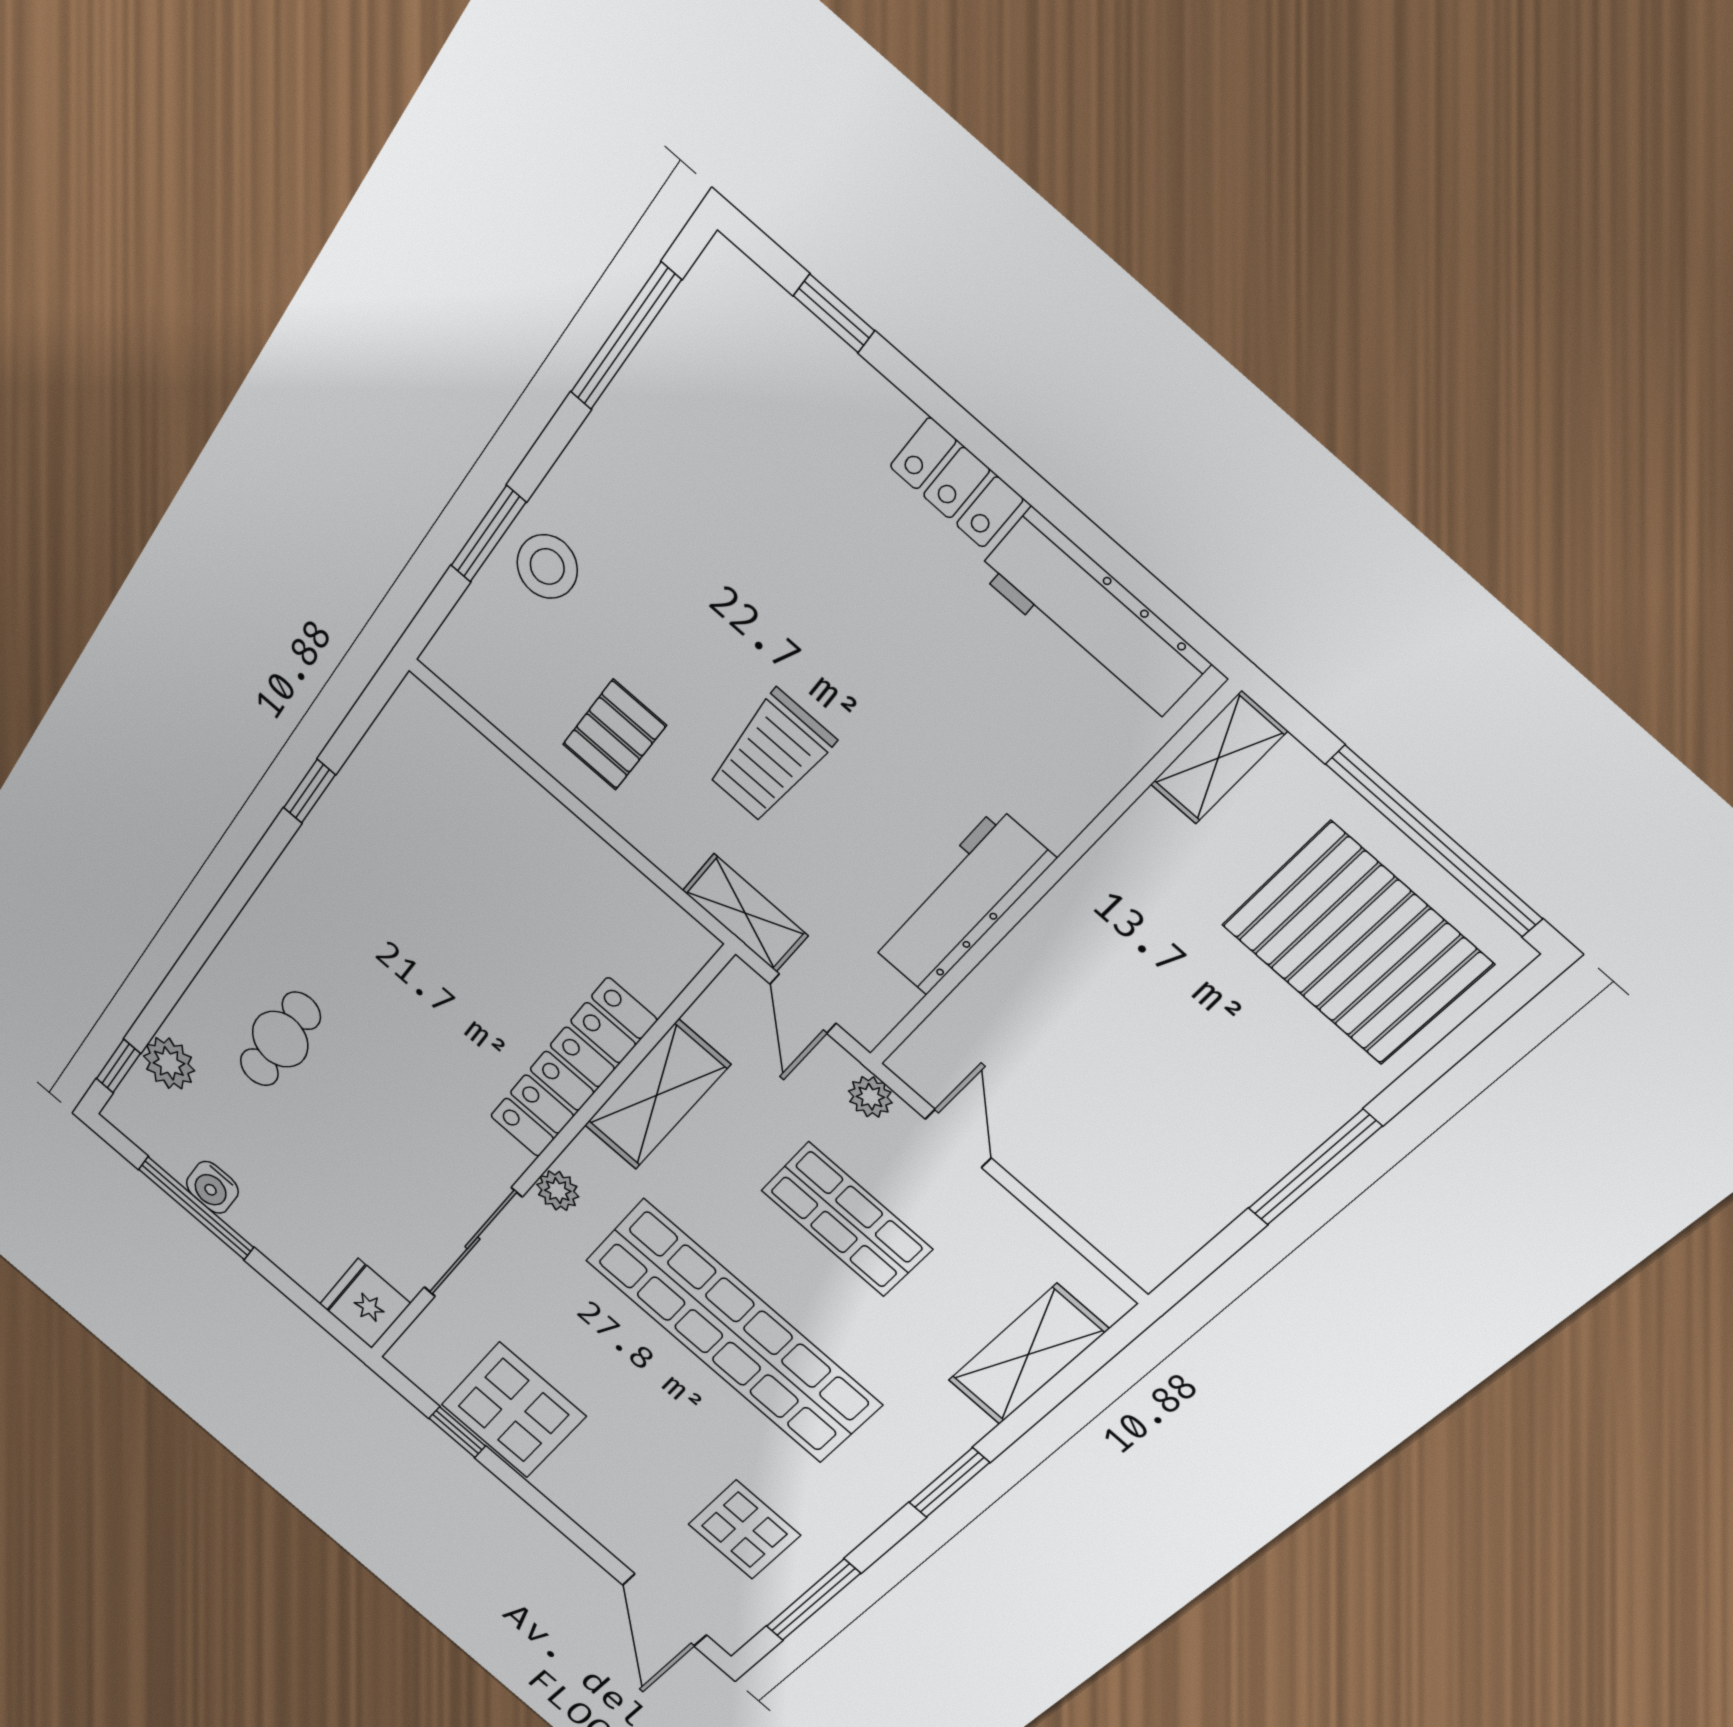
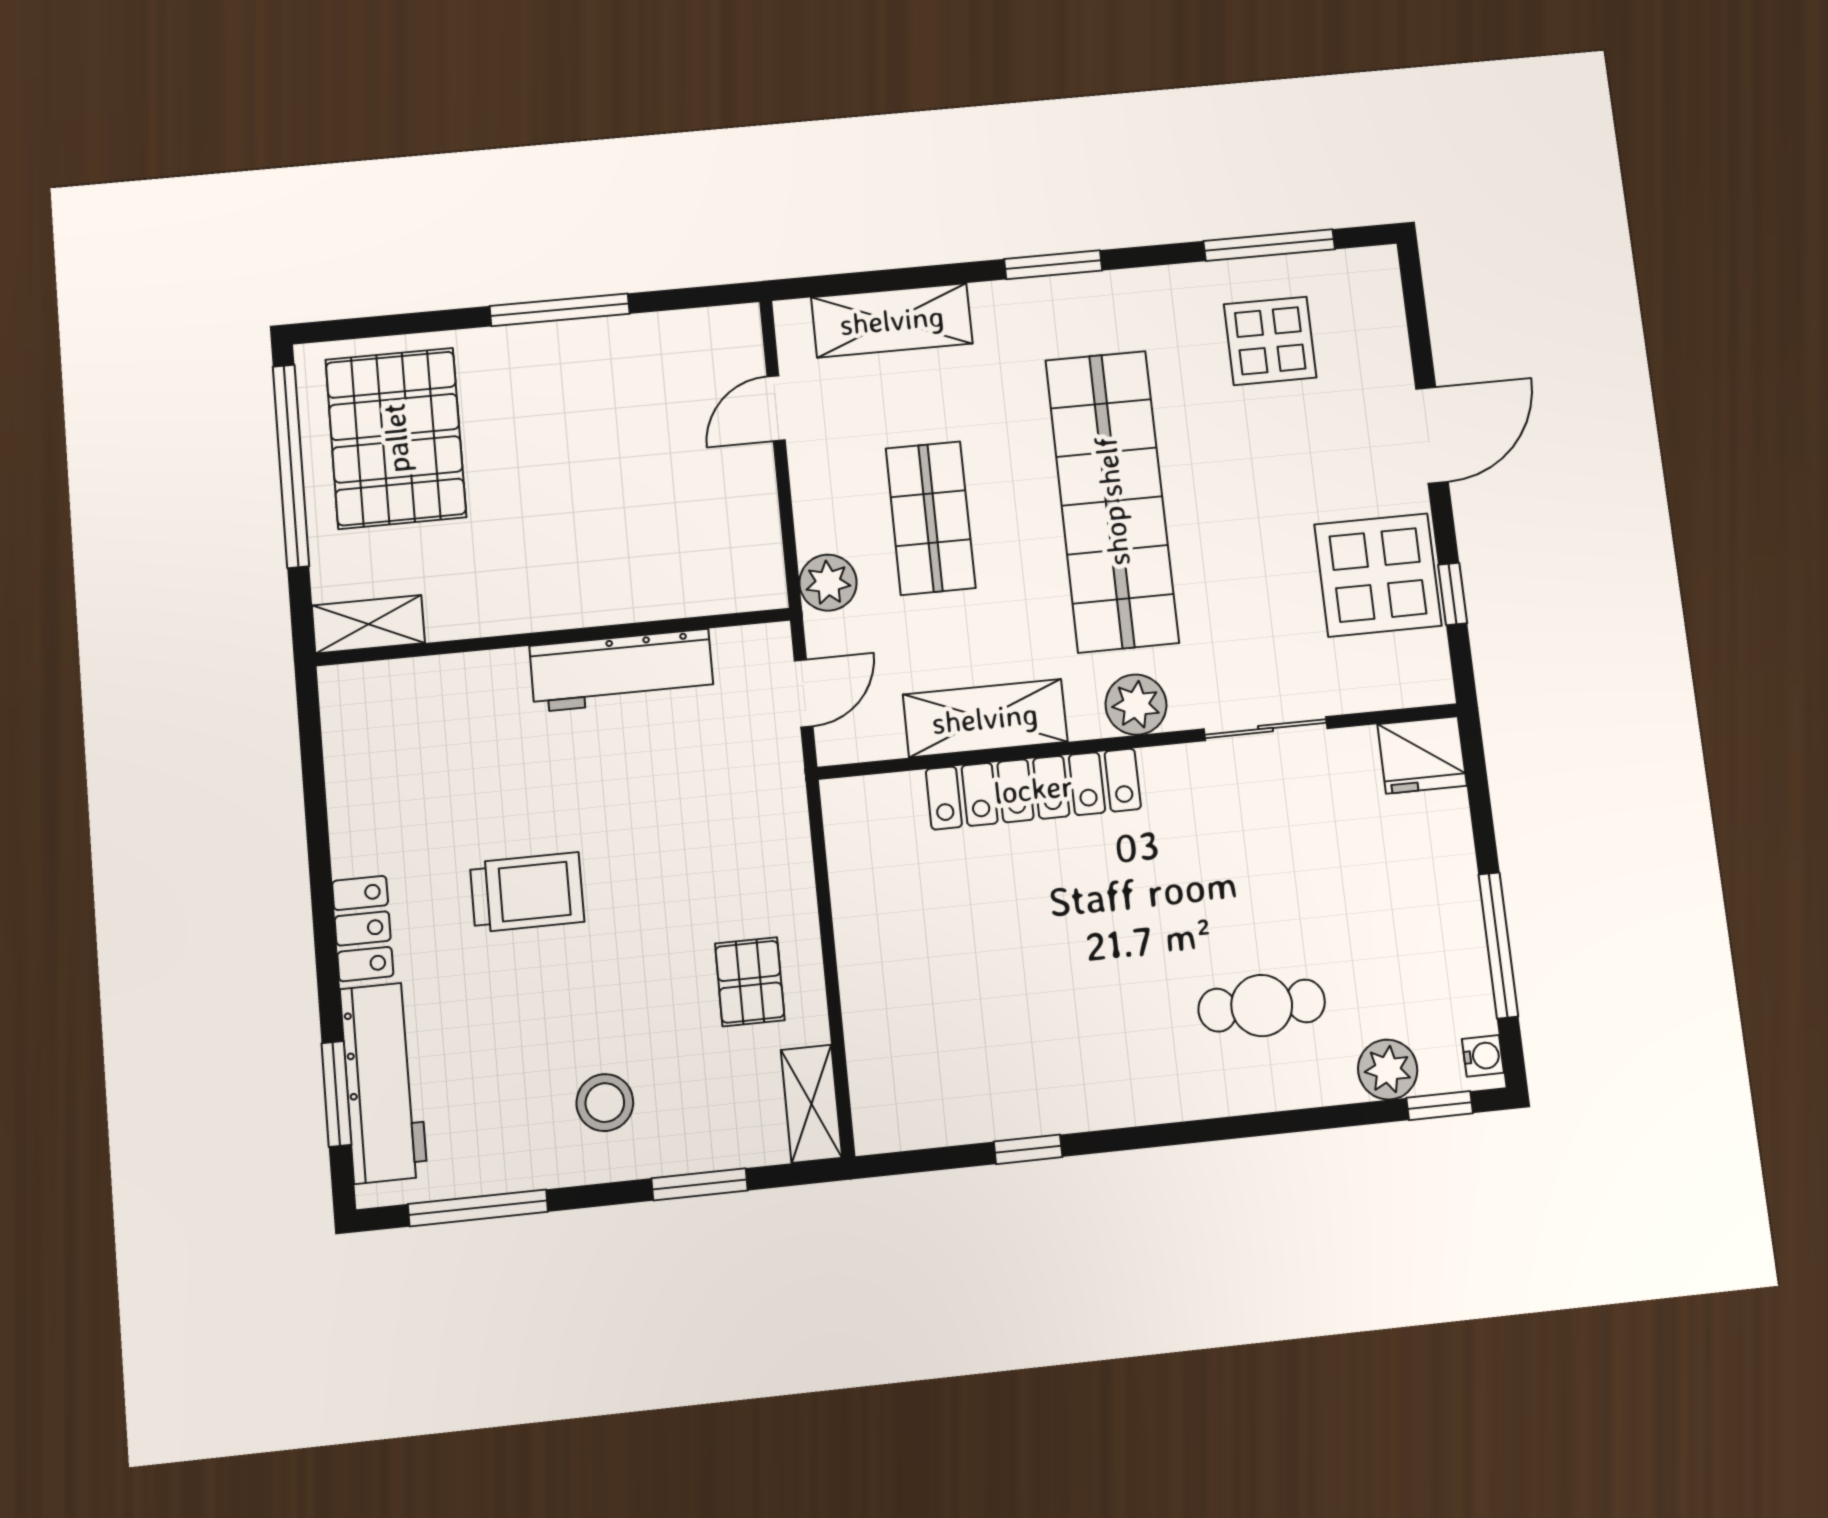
window: (834, 313) -> (336, 1094), width x1.50
stool: (547, 567) -> (605, 1103), moved
workbench: (1093, 617) -> (384, 1082), moved
pallet: (614, 735) -> (750, 982), turned 90
trolley: (771, 757) -> (527, 892), moved
shelving: (745, 913) -> (811, 1104), moved
plant: (870, 1097) -> (828, 583), width x1.38, depth x1.38
door: (958, 1139) -> (776, 408), moved
water cooler: (212, 1187) -> (1483, 1056), moved, width x0.72, depth x0.72
plant: (558, 1191) -> (1136, 705), width x1.38, depth x1.38
sliding door: (472, 1243) -> (1266, 729), width x0.73
door: (665, 1610) -> (1432, 435), moved

